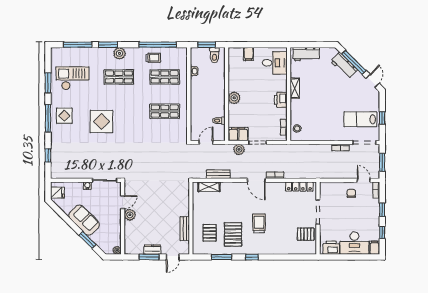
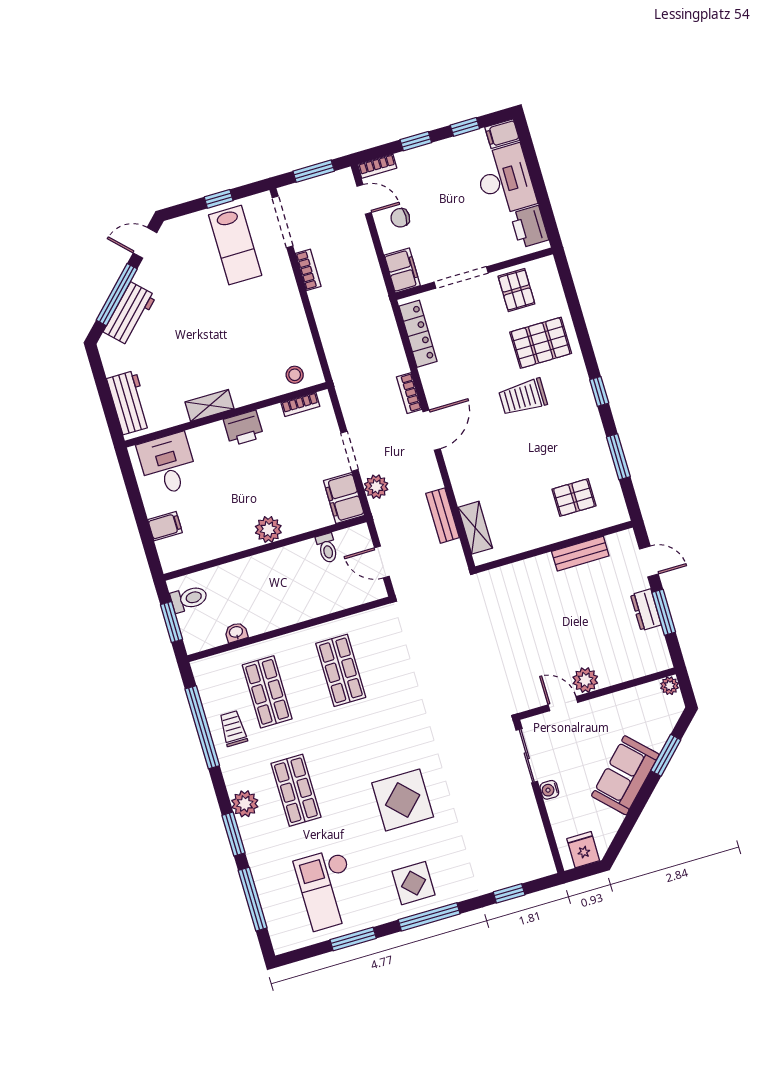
door: (364, 180) -> (364, 199), swing flipped
filing cabinet: (328, 188) -> (402, 270), added
pallet: (233, 234) -> (541, 343), moved

